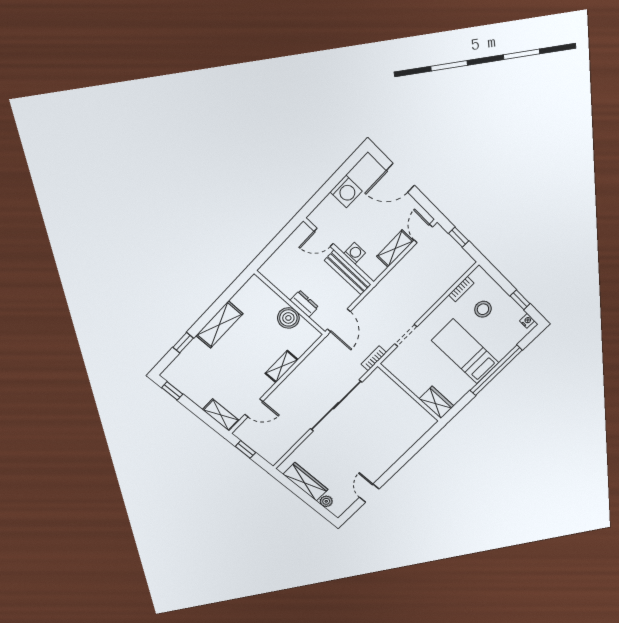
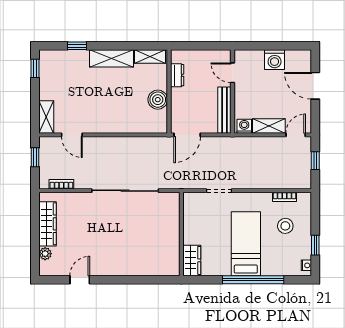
washing machine: (355, 253) -> (244, 126), moved, turned -90
dresser: (304, 304) -> (177, 75), moved
bookcase: (374, 358) -> (61, 184), moved
shelving: (282, 367) -> (150, 57), moved

